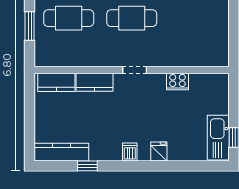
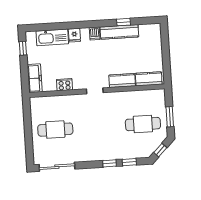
cafe table: (132, 18) -> (55, 130), moved
freezer: (220, 93) -> (35, 78), added
kitchen sink: (218, 138) -> (52, 37), moved, turned 90
kitchen counter: (61, 152) -> (119, 32), moved

